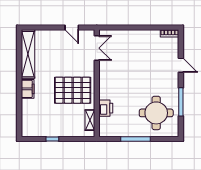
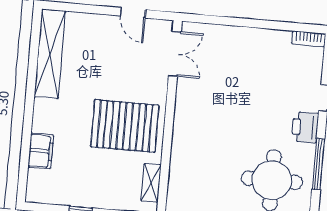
filing cabinet: (28, 89) -> (41, 151), moved
printer: (106, 108) -> (305, 127), moved, turned 180

